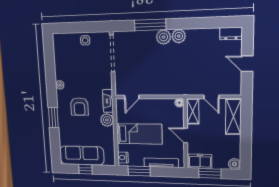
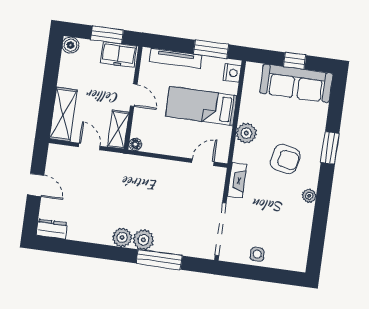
fireplace: (108, 101) -> (237, 180), moved
armchair: (79, 107) -> (285, 159), turned 101

